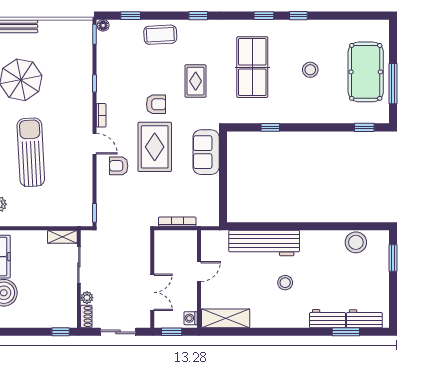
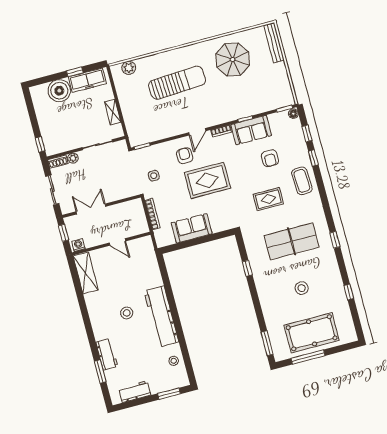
window: (198, 16) -> (313, 158), moved
window: (298, 16) -> (349, 292), moved
coffee table: (160, 35) -> (302, 181), moved
sofa: (109, 80) -> (251, 130), added
armchair: (156, 104) -> (270, 158), moved
window: (364, 127) -> (267, 343), width x1.50
sofa: (206, 152) -> (192, 228), moved
side table: (133, 208) -> (154, 176), added
shelving: (62, 237) -> (113, 112), moved
stool: (356, 242) -> (174, 361), width x0.53, depth x0.53
workbench: (264, 243) -> (161, 316), moved
double door: (152, 292) -> (91, 209), swing flipped
workbench: (364, 319) -> (135, 392), moved, turned -90

